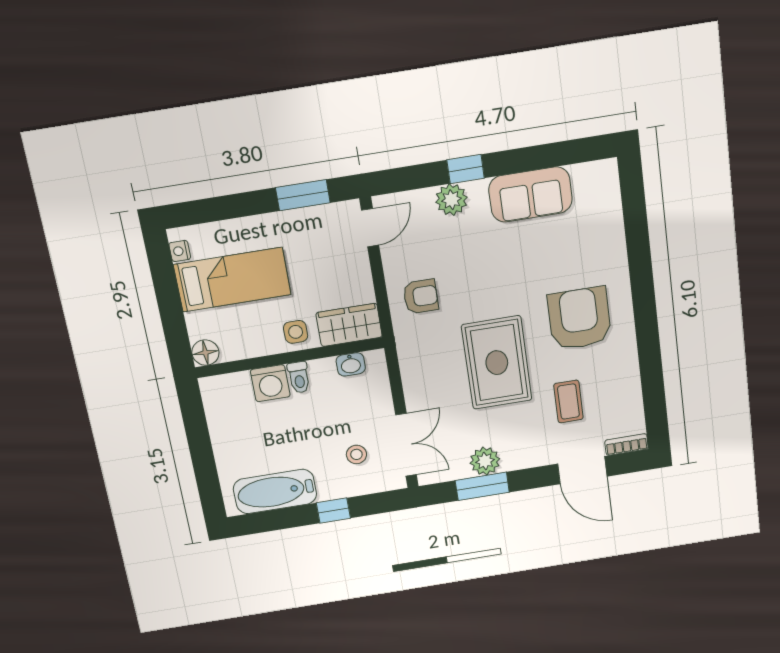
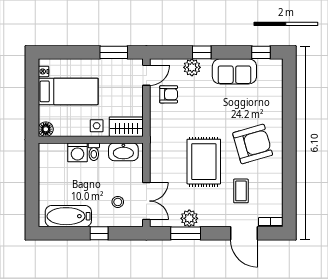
window: (575, 151) -> (261, 52), added
armchair: (421, 296) -> (169, 94), moved
armchair: (579, 318) -> (253, 144), turned 74
washbasin: (351, 364) -> (123, 152), width x1.91, depth x1.45

